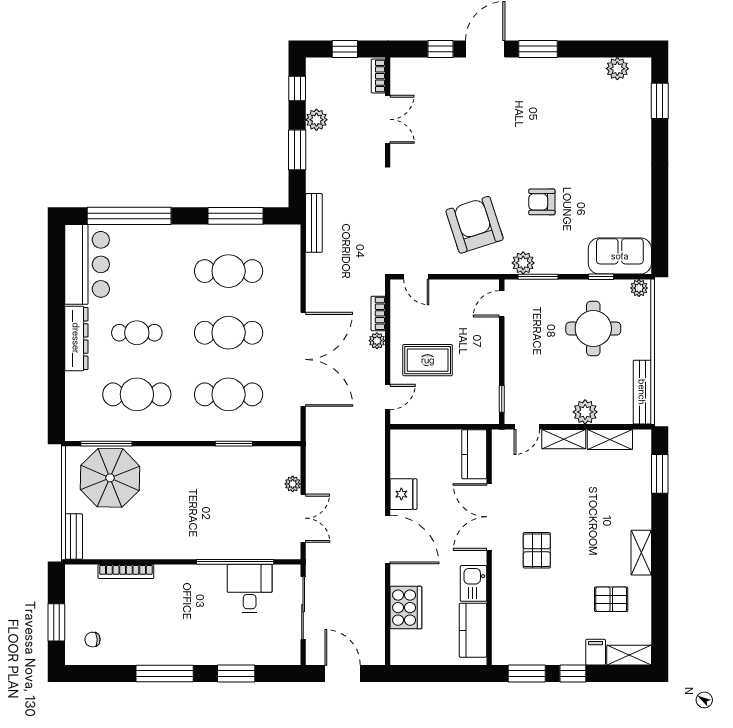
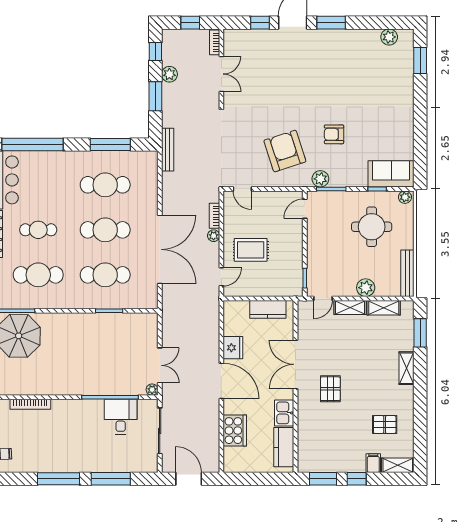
kitchen counter: (474, 454) -> (268, 309), moved, turned -90
plant: (293, 484) -> (152, 390), moved
shelving: (641, 553) -> (407, 368), moved
window: (236, 674) -> (111, 479), width x1.44

